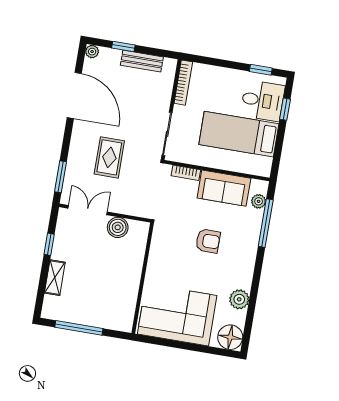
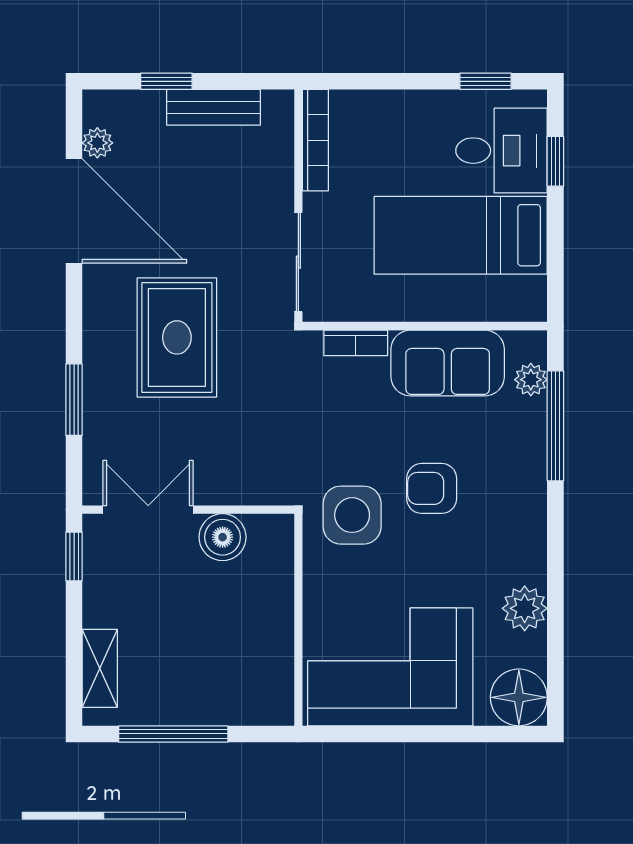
plant: (92, 52) -> (97, 143), moved
rug: (109, 157) -> (177, 337), width x1.36, depth x1.43
double door: (88, 210) -> (148, 510), moved
wall: (105, 213) -> (188, 510), moved
boiler: (118, 227) -> (223, 537), moved
armchair: (208, 241) -> (432, 488), turned 180
side table: (172, 247) -> (352, 515), added
shelving: (55, 278) -> (100, 668), moved

